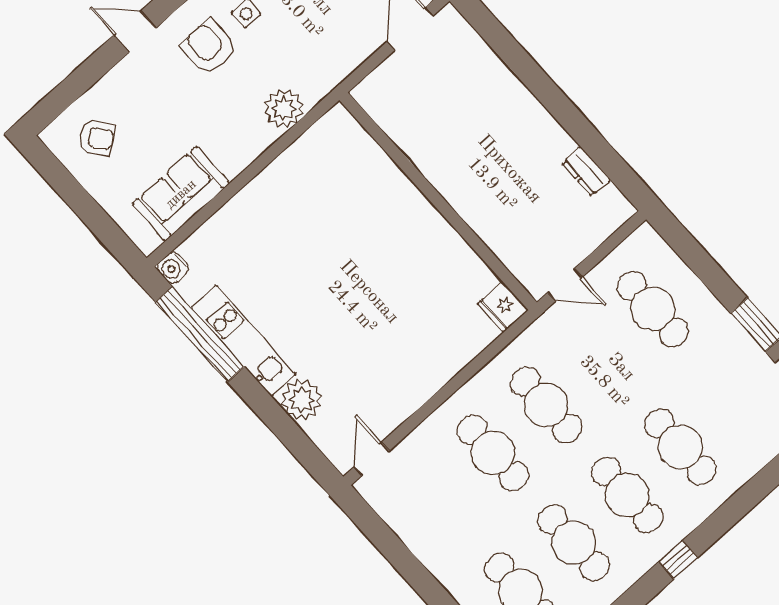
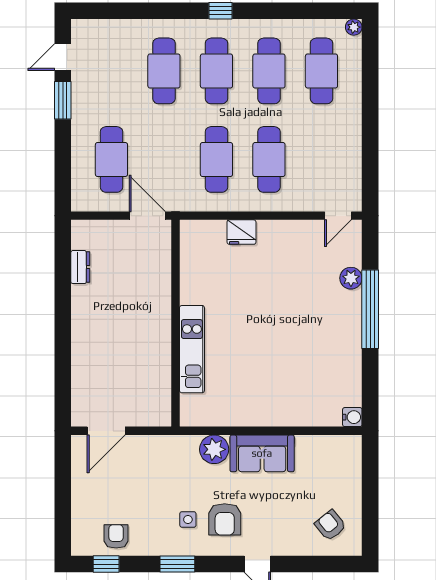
sofa: (181, 194) -> (262, 453), moved
door: (565, 285) -> (147, 216), width x1.38
fridge: (503, 307) -> (242, 232), moved, turned 90
window: (200, 334) -> (370, 309), moved
kitchen unit: (244, 341) -> (192, 349), moved, turned 180
plant: (302, 400) -> (351, 278), width x0.73, depth x0.73

